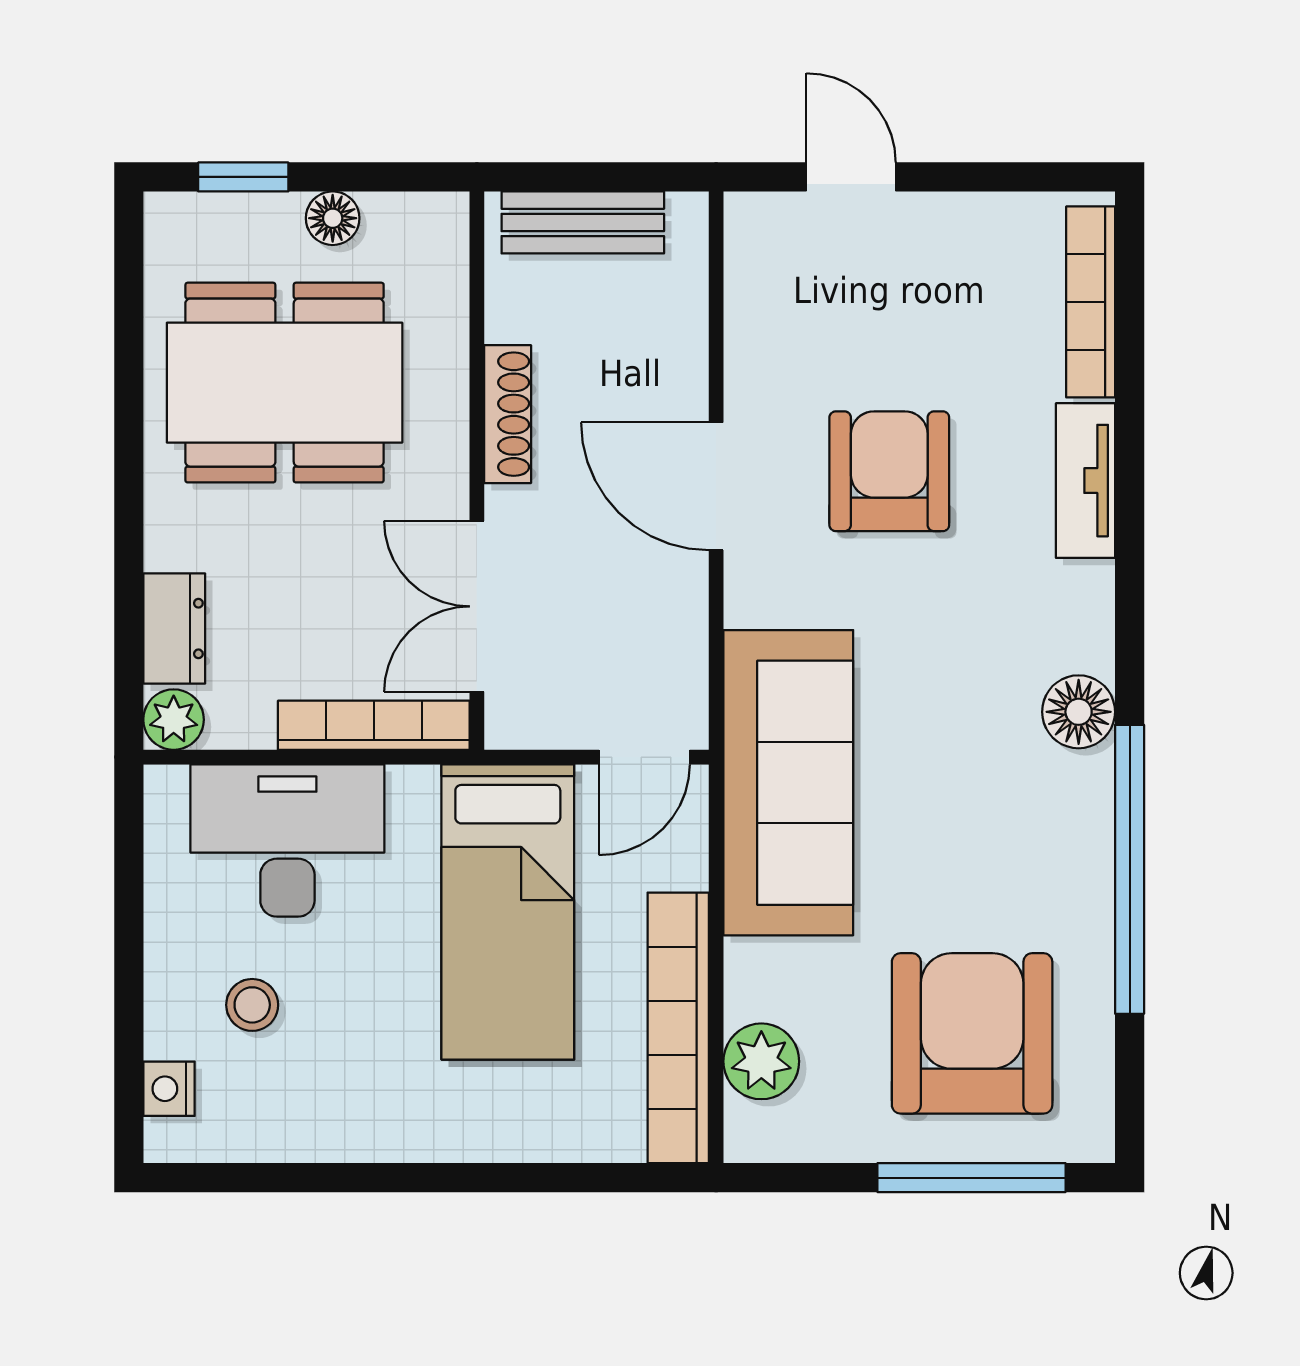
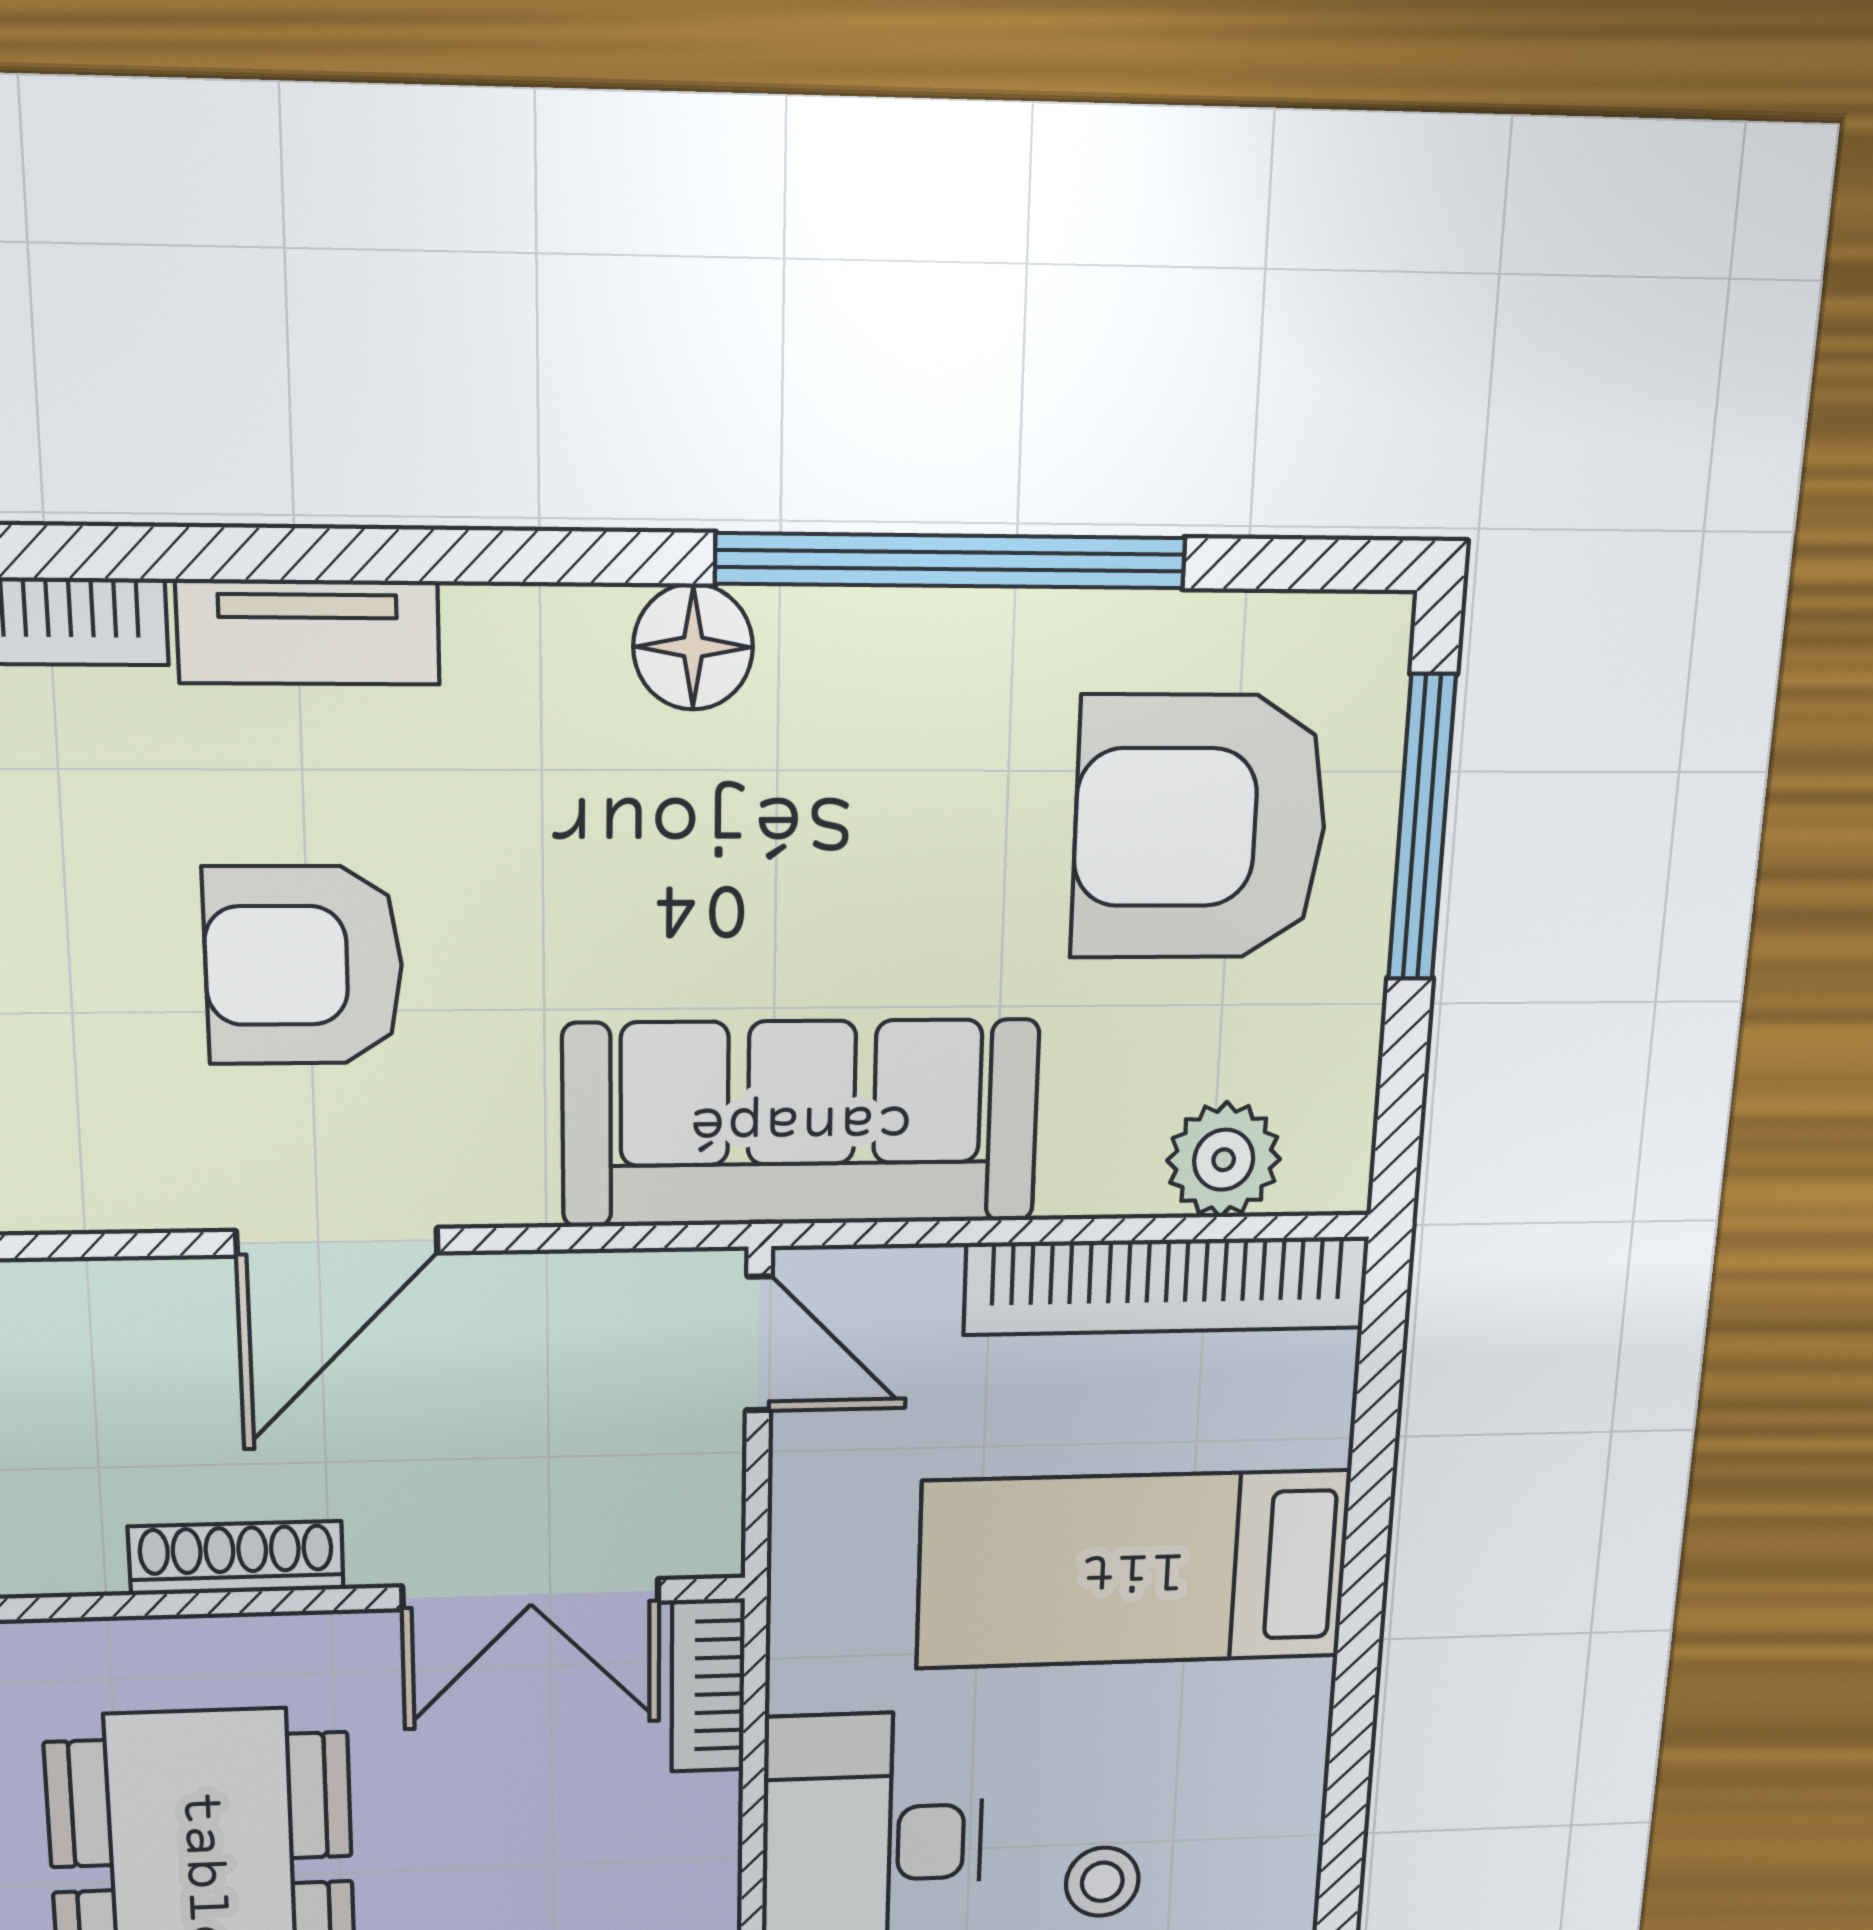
bookcase: (374, 725) -> (708, 1685), width x0.64
bed: (508, 912) -> (1133, 1569), moved, turned 180

